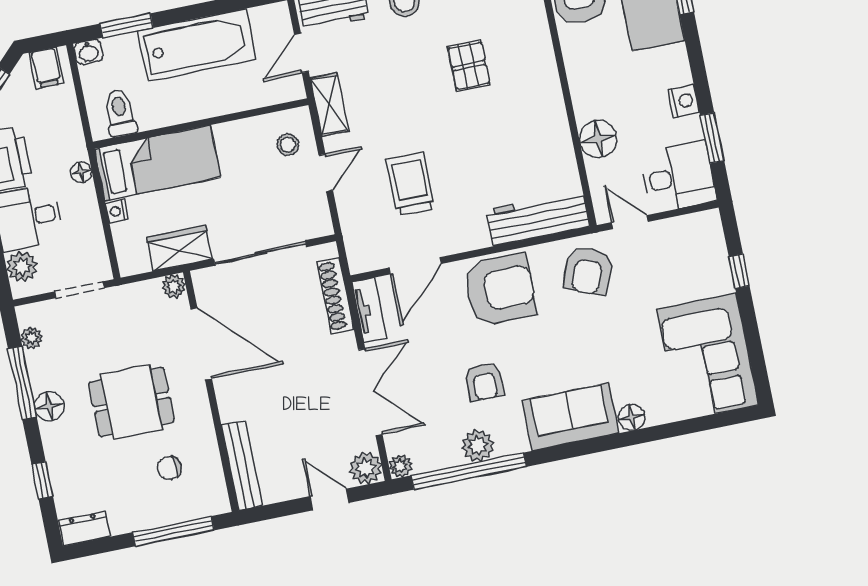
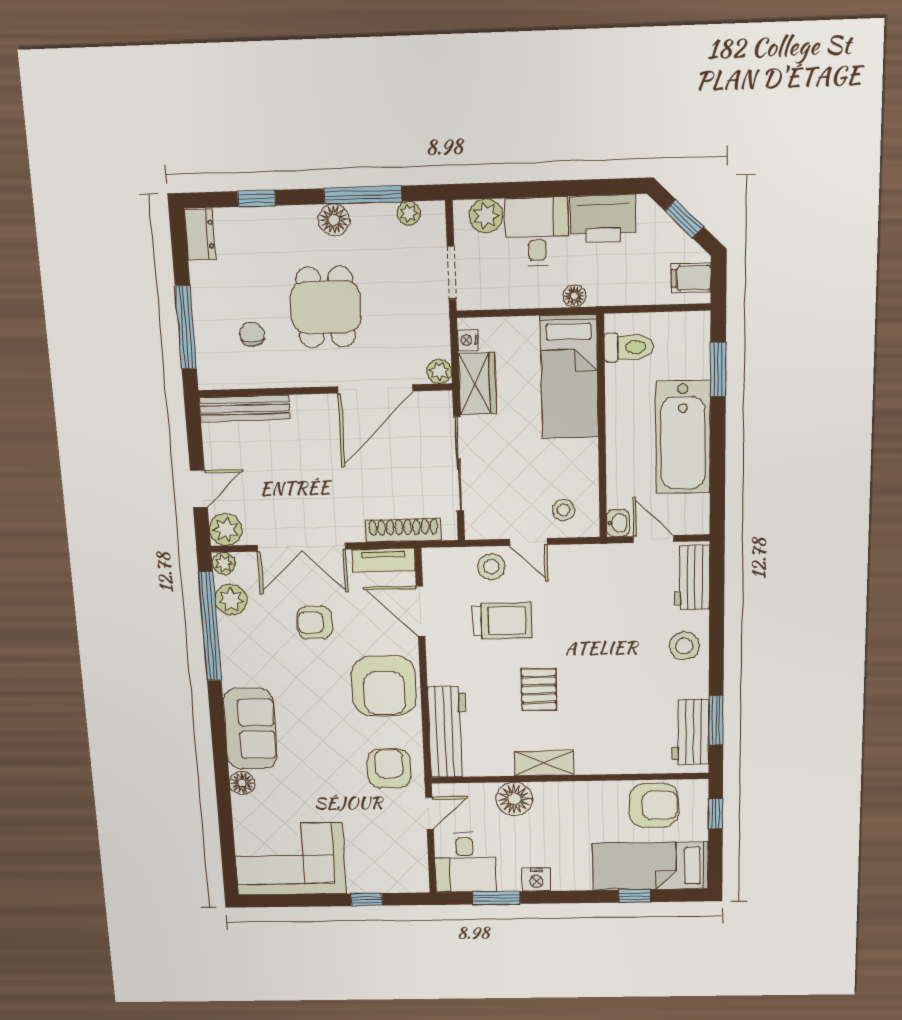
washbasin: (89, 52) -> (618, 523), moved, turned 180
pallet: (469, 66) -> (539, 690), moved, turned 90
shelving: (329, 105) -> (544, 763), moved
stool: (357, 204) -> (491, 567), added
nightstand: (117, 211) -> (468, 340), moved, turned -90
armchair: (588, 271) -> (389, 769), turned 68
armchair: (484, 382) -> (315, 623), moved
plant: (478, 446) -> (231, 600), moved

